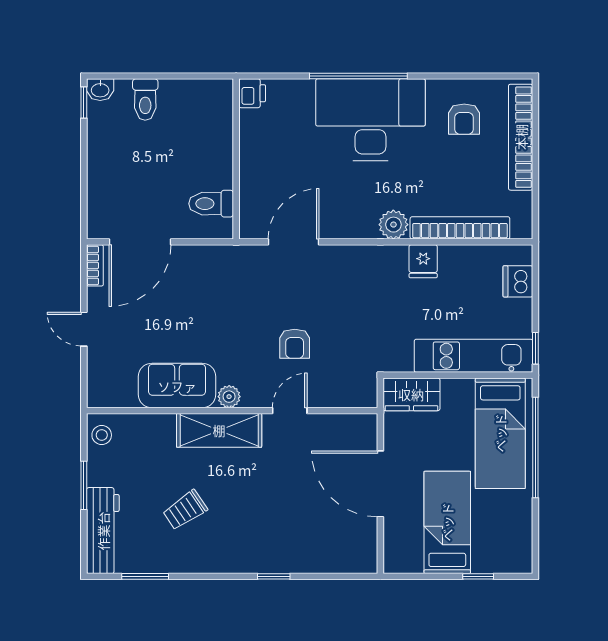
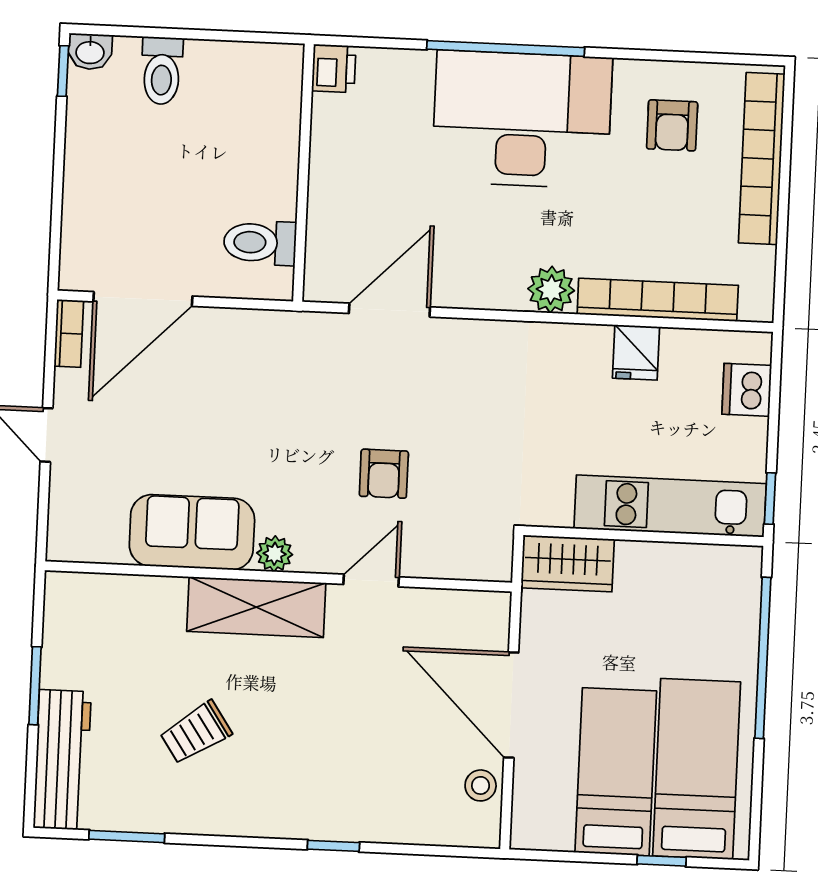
fridge: (423, 261) -> (636, 352), moved
bed: (500, 433) -> (697, 769), moved, turned 180
stool: (102, 435) -> (481, 785), moved

